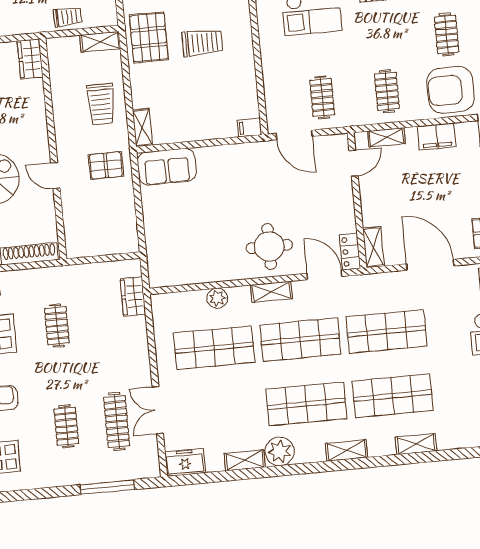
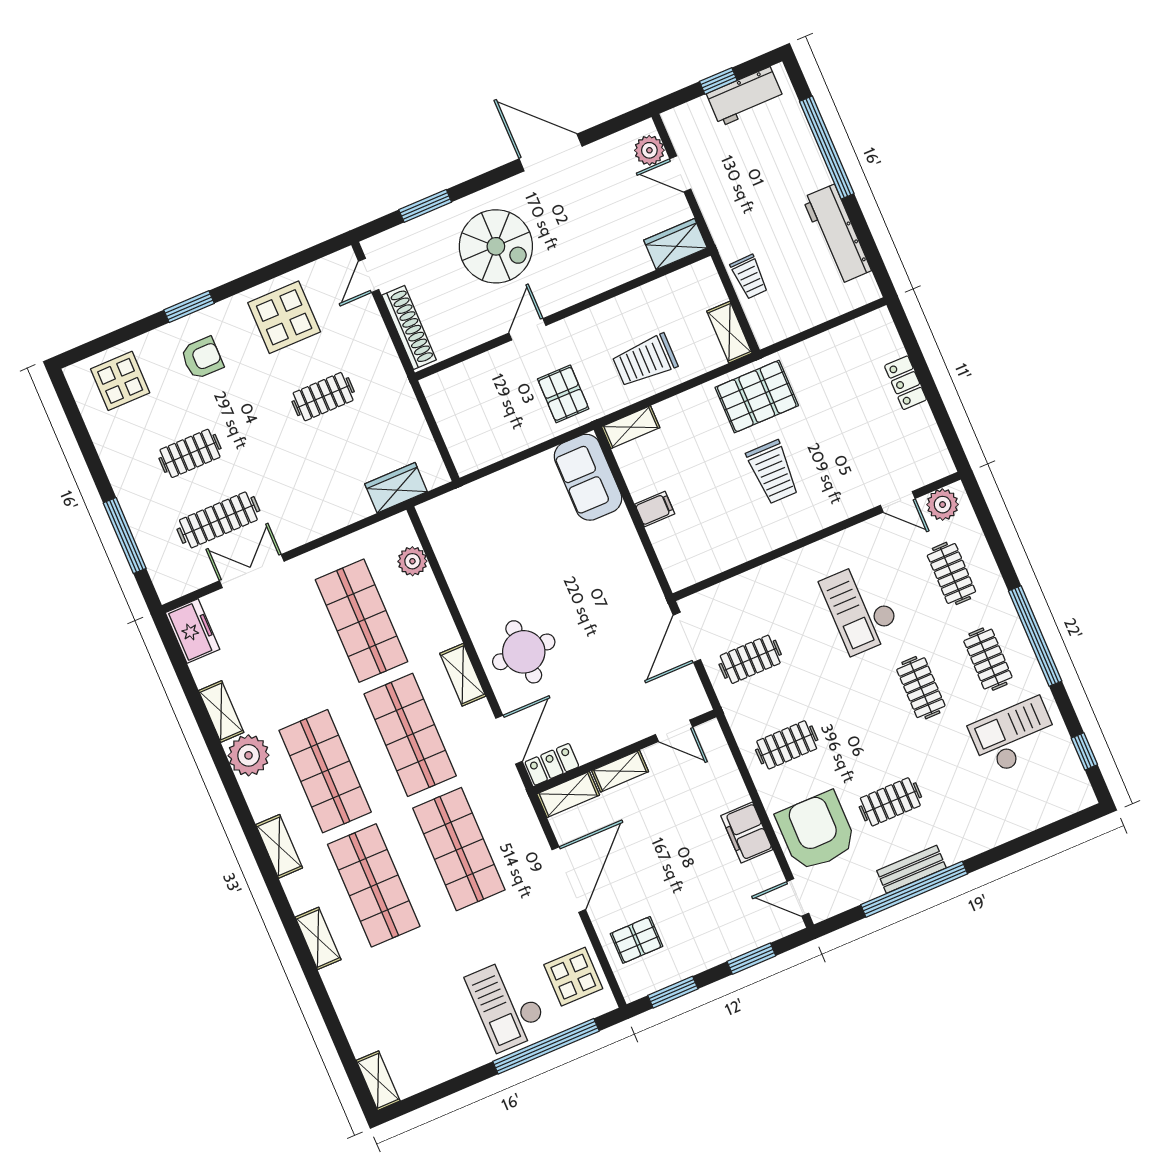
filing cabinet: (250, 127) -> (655, 509), moved, turned 90
shelving: (386, 137) -> (620, 771), moved, turned 90
plant: (217, 298) -> (412, 561), moved

